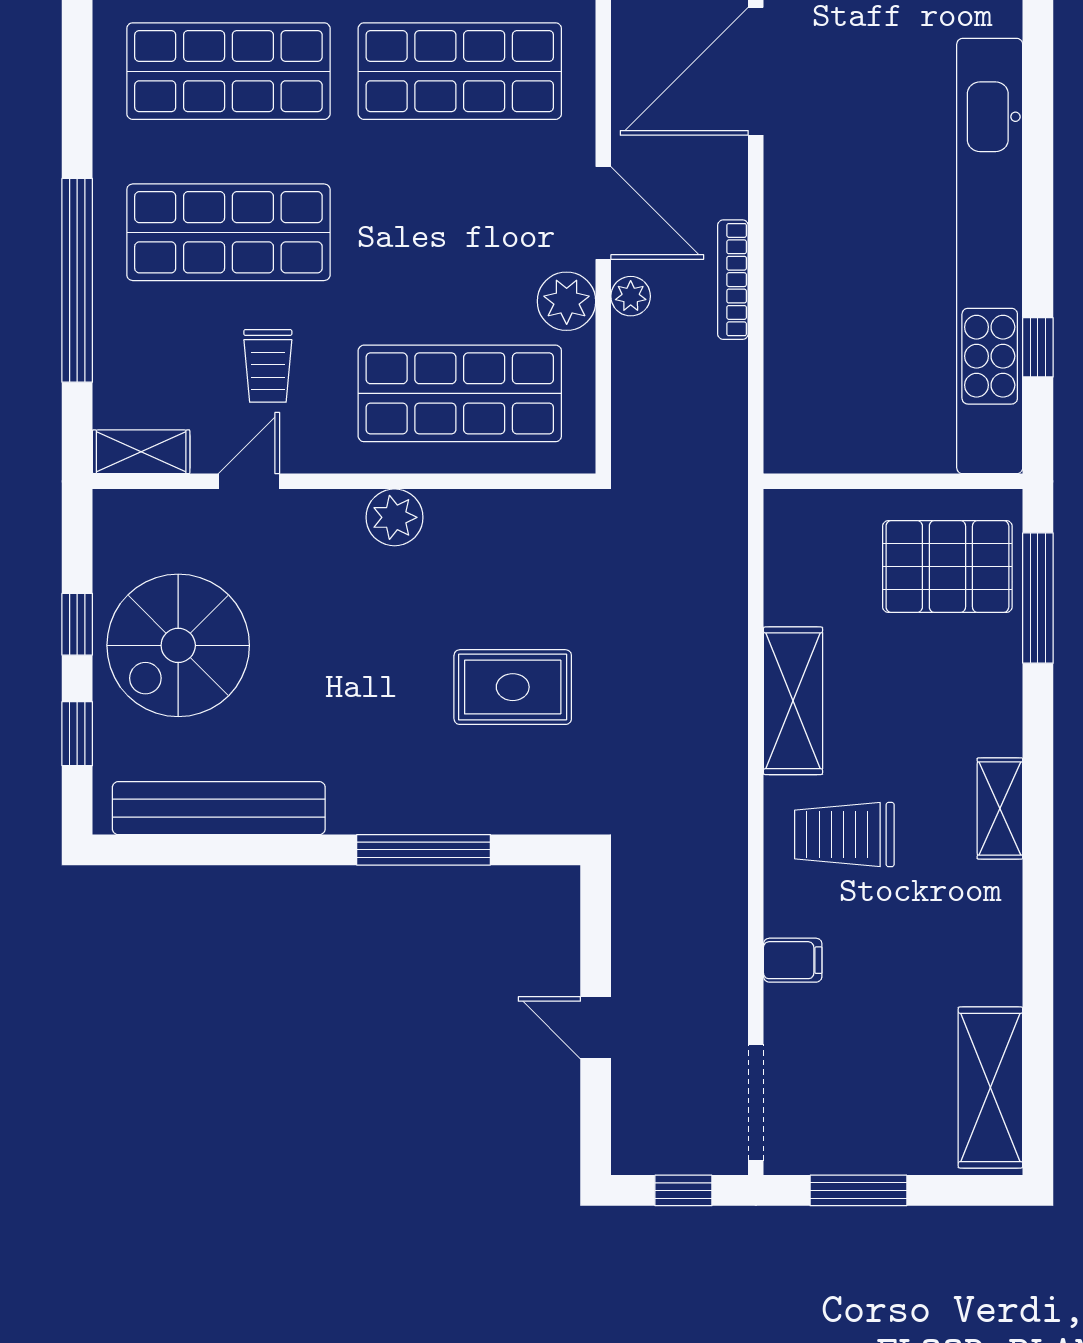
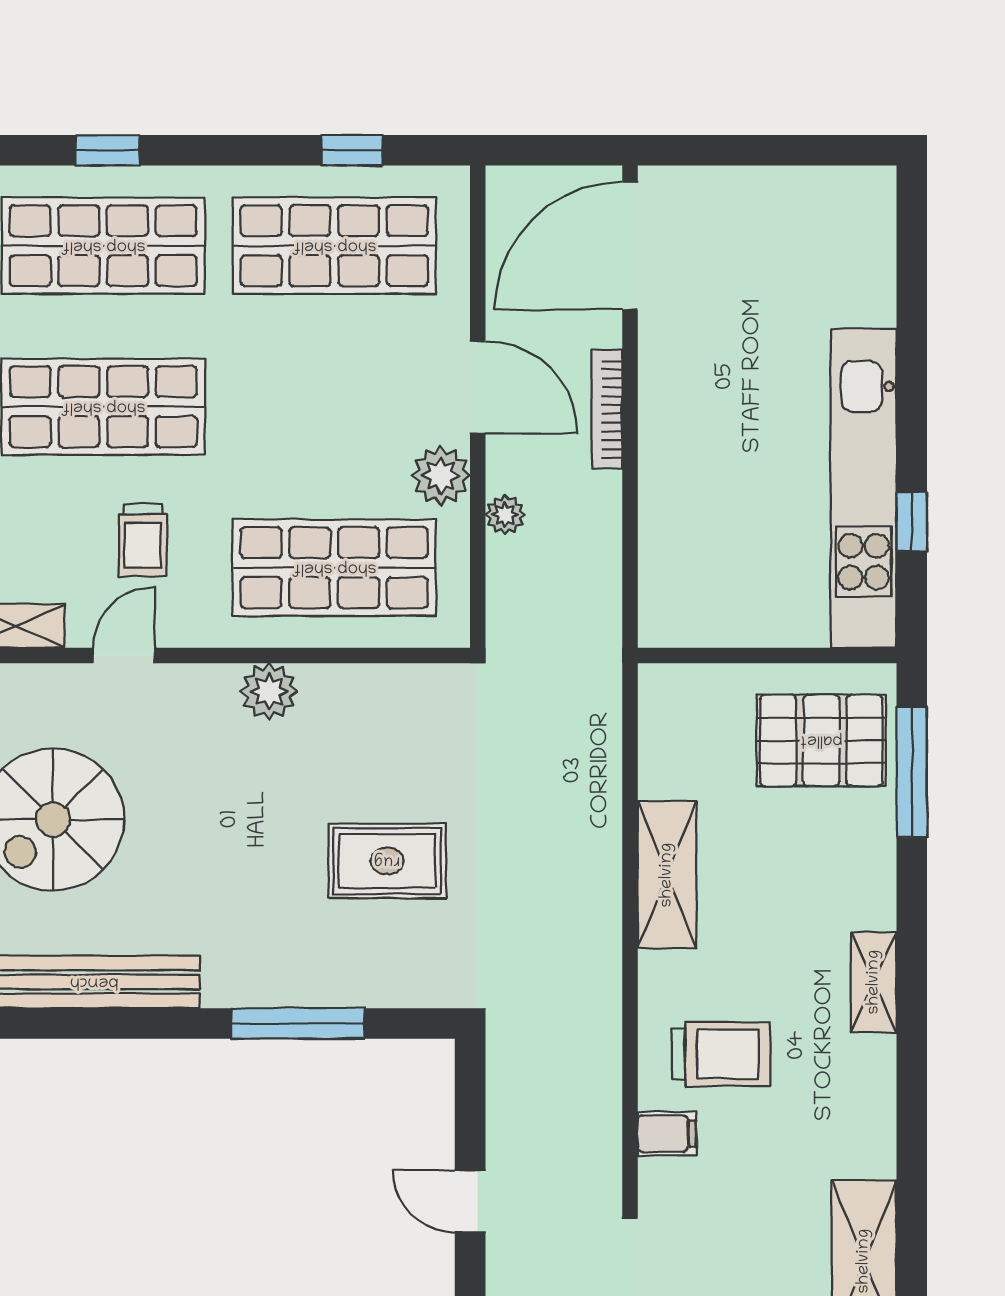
kitchen unit: (990, 256) -> (864, 488), width x0.73
bookcase: (733, 280) -> (607, 409), moved
plant: (631, 296) -> (505, 515), moved
trolley: (844, 835) -> (721, 1054), moved, turned 180

